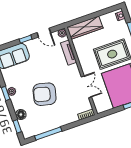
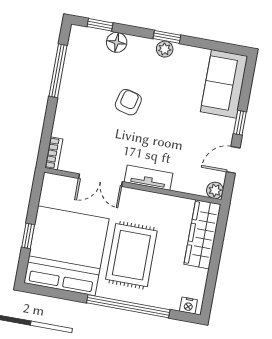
tv unit: (69, 53) -> (148, 178), moved
armchair: (45, 94) -> (128, 102), width x0.53, depth x0.53

